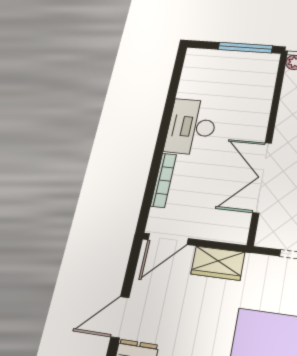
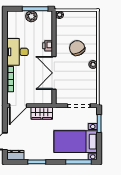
plant: (235, 61) -> (31, 16), added
printer: (258, 120) -> (48, 46), added

